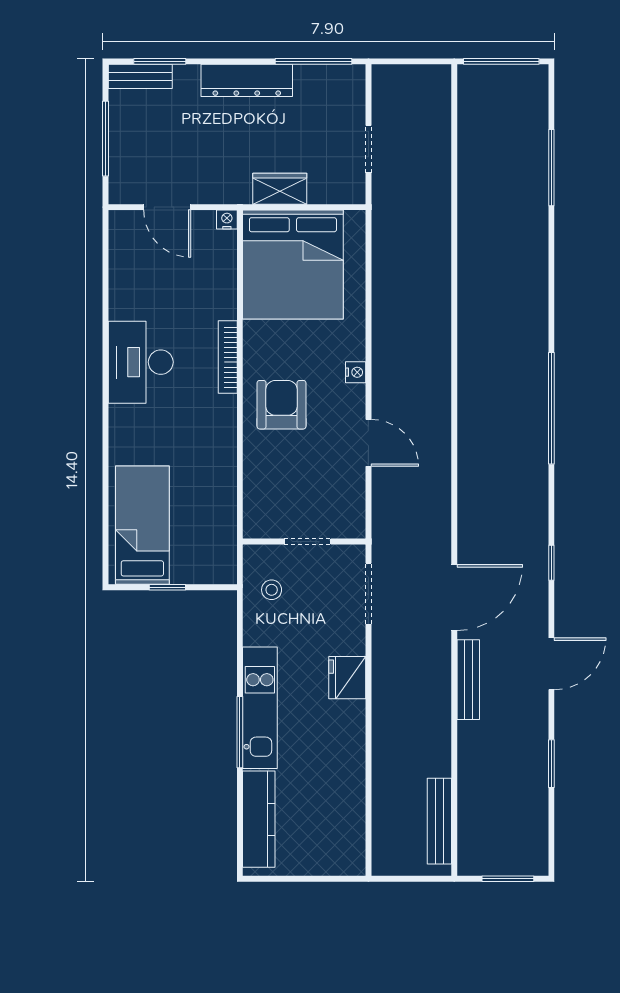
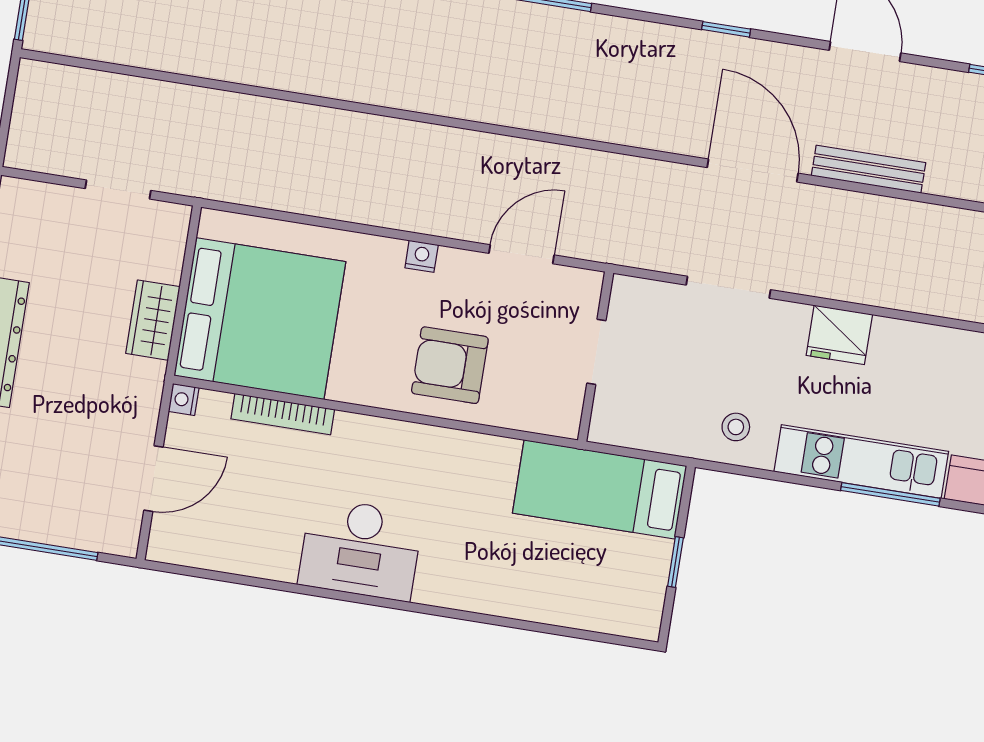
bookcase: (228, 357) -> (283, 414), moved
bed: (142, 525) -> (600, 489), moved
wall: (304, 542) -> (596, 357), moved
doorway: (308, 542) -> (596, 352), moved
stool: (272, 590) -> (736, 427), moved

